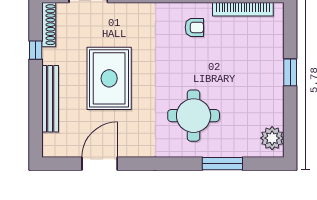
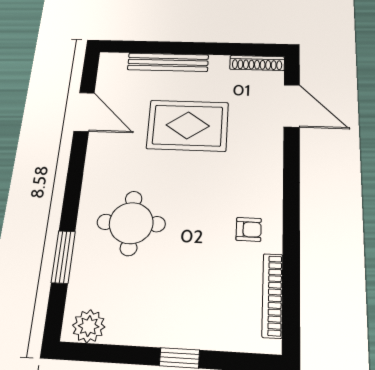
armchair: (194, 27) -> (249, 229), turned -90
window: (36, 50) -> (227, 49), removed

